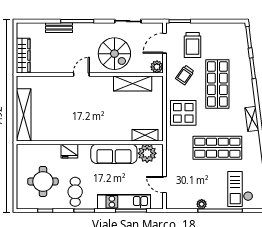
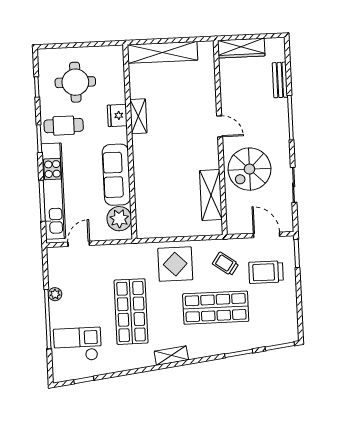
bench: (59, 28) -> (280, 80), moved
plant: (157, 67) -> (235, 226), removed
shelving: (145, 135) -> (138, 116), moved
kitchen unit: (124, 202) -> (54, 191), width x1.36

